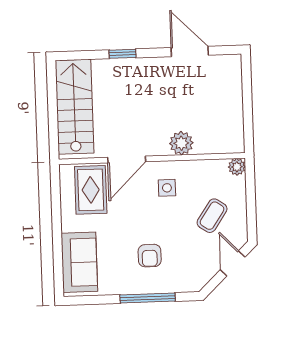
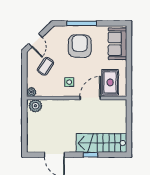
stairs: (74, 107) -> (102, 143), moved, turned 90
plant: (181, 143) -> (35, 106), moved
armchair: (150, 256) -> (80, 46), width x1.88, depth x1.88

